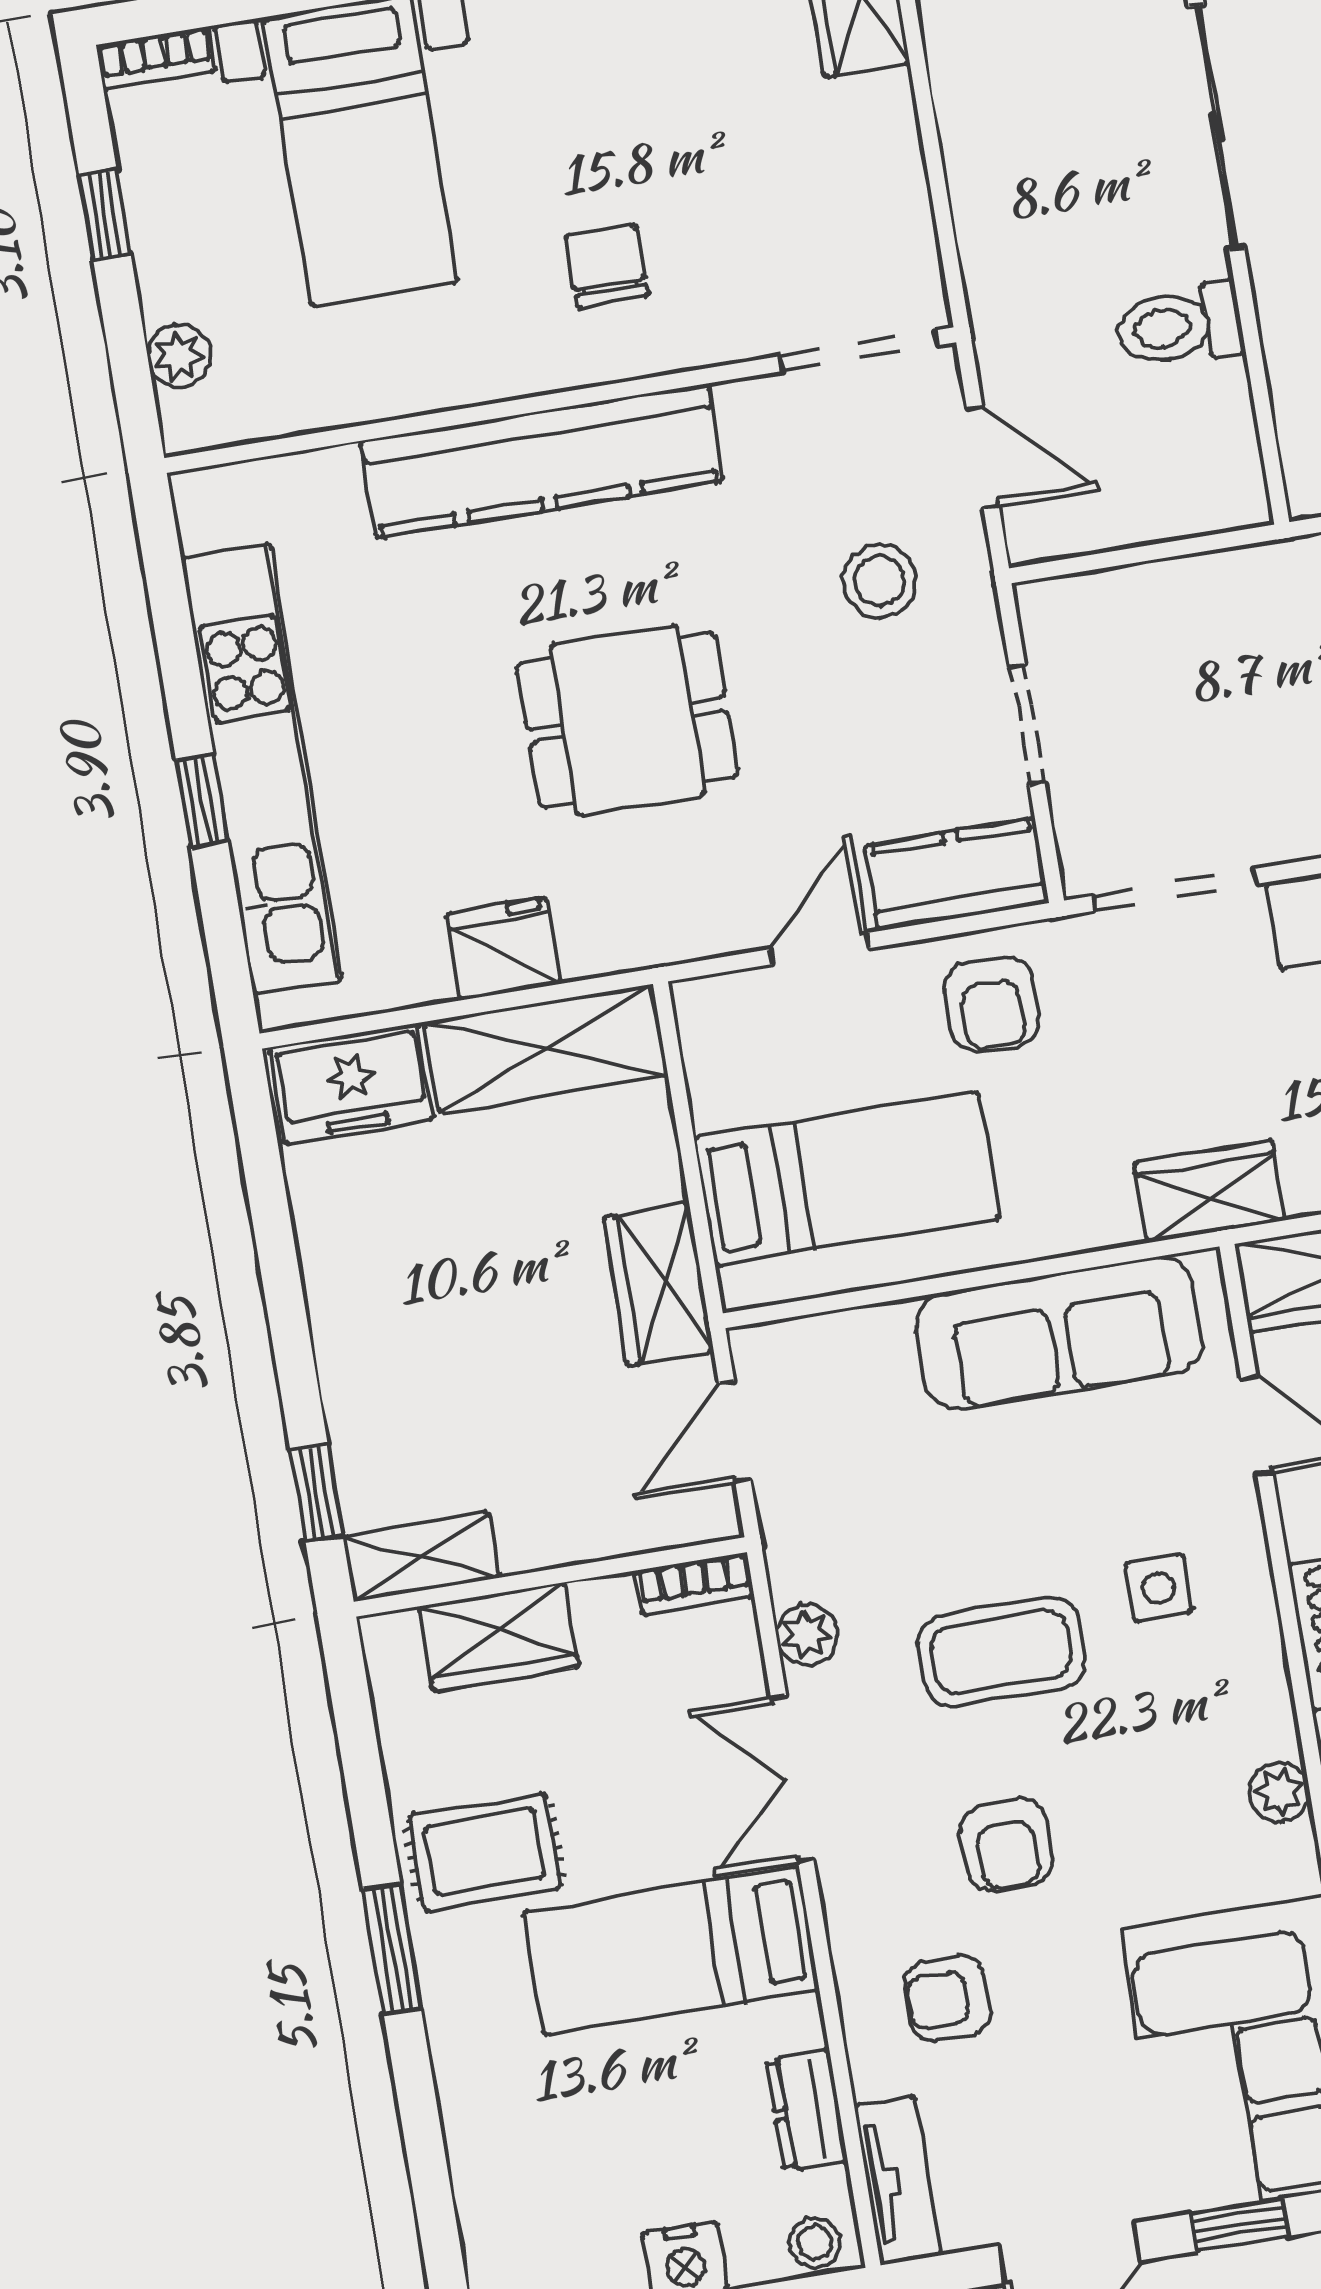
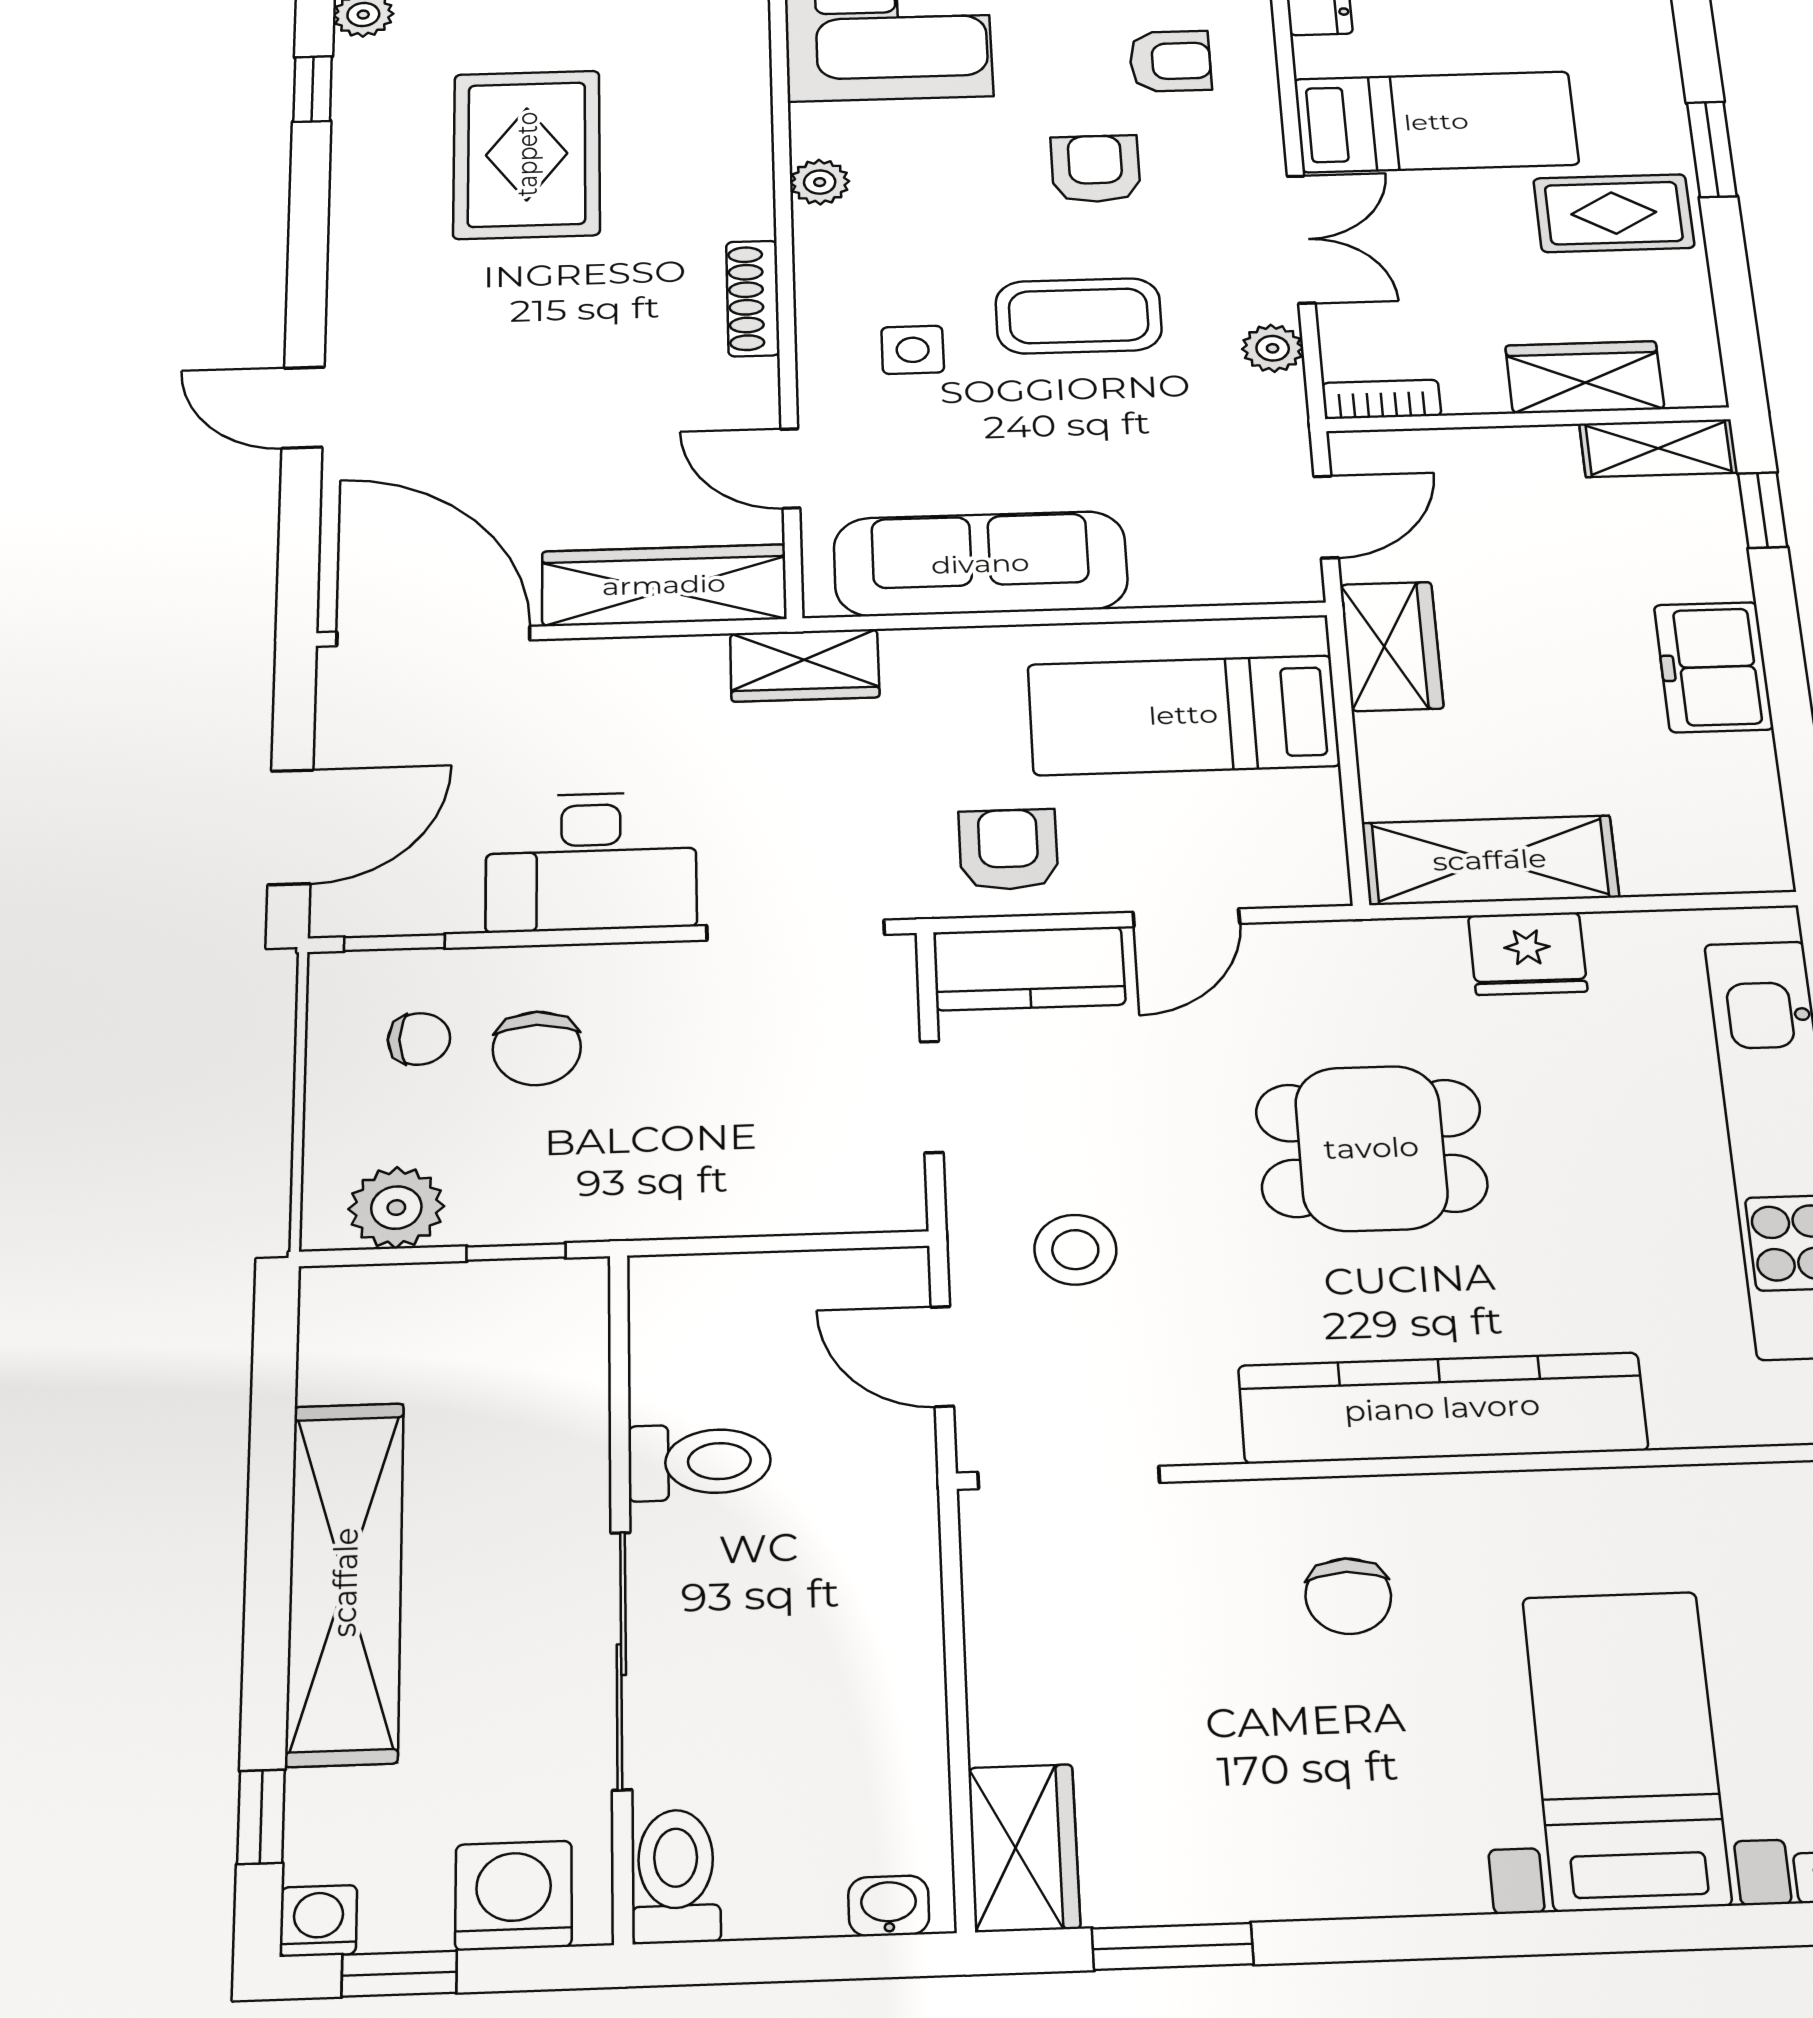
freezer: (352, 1083) -> (1713, 667), moved, turned -90

